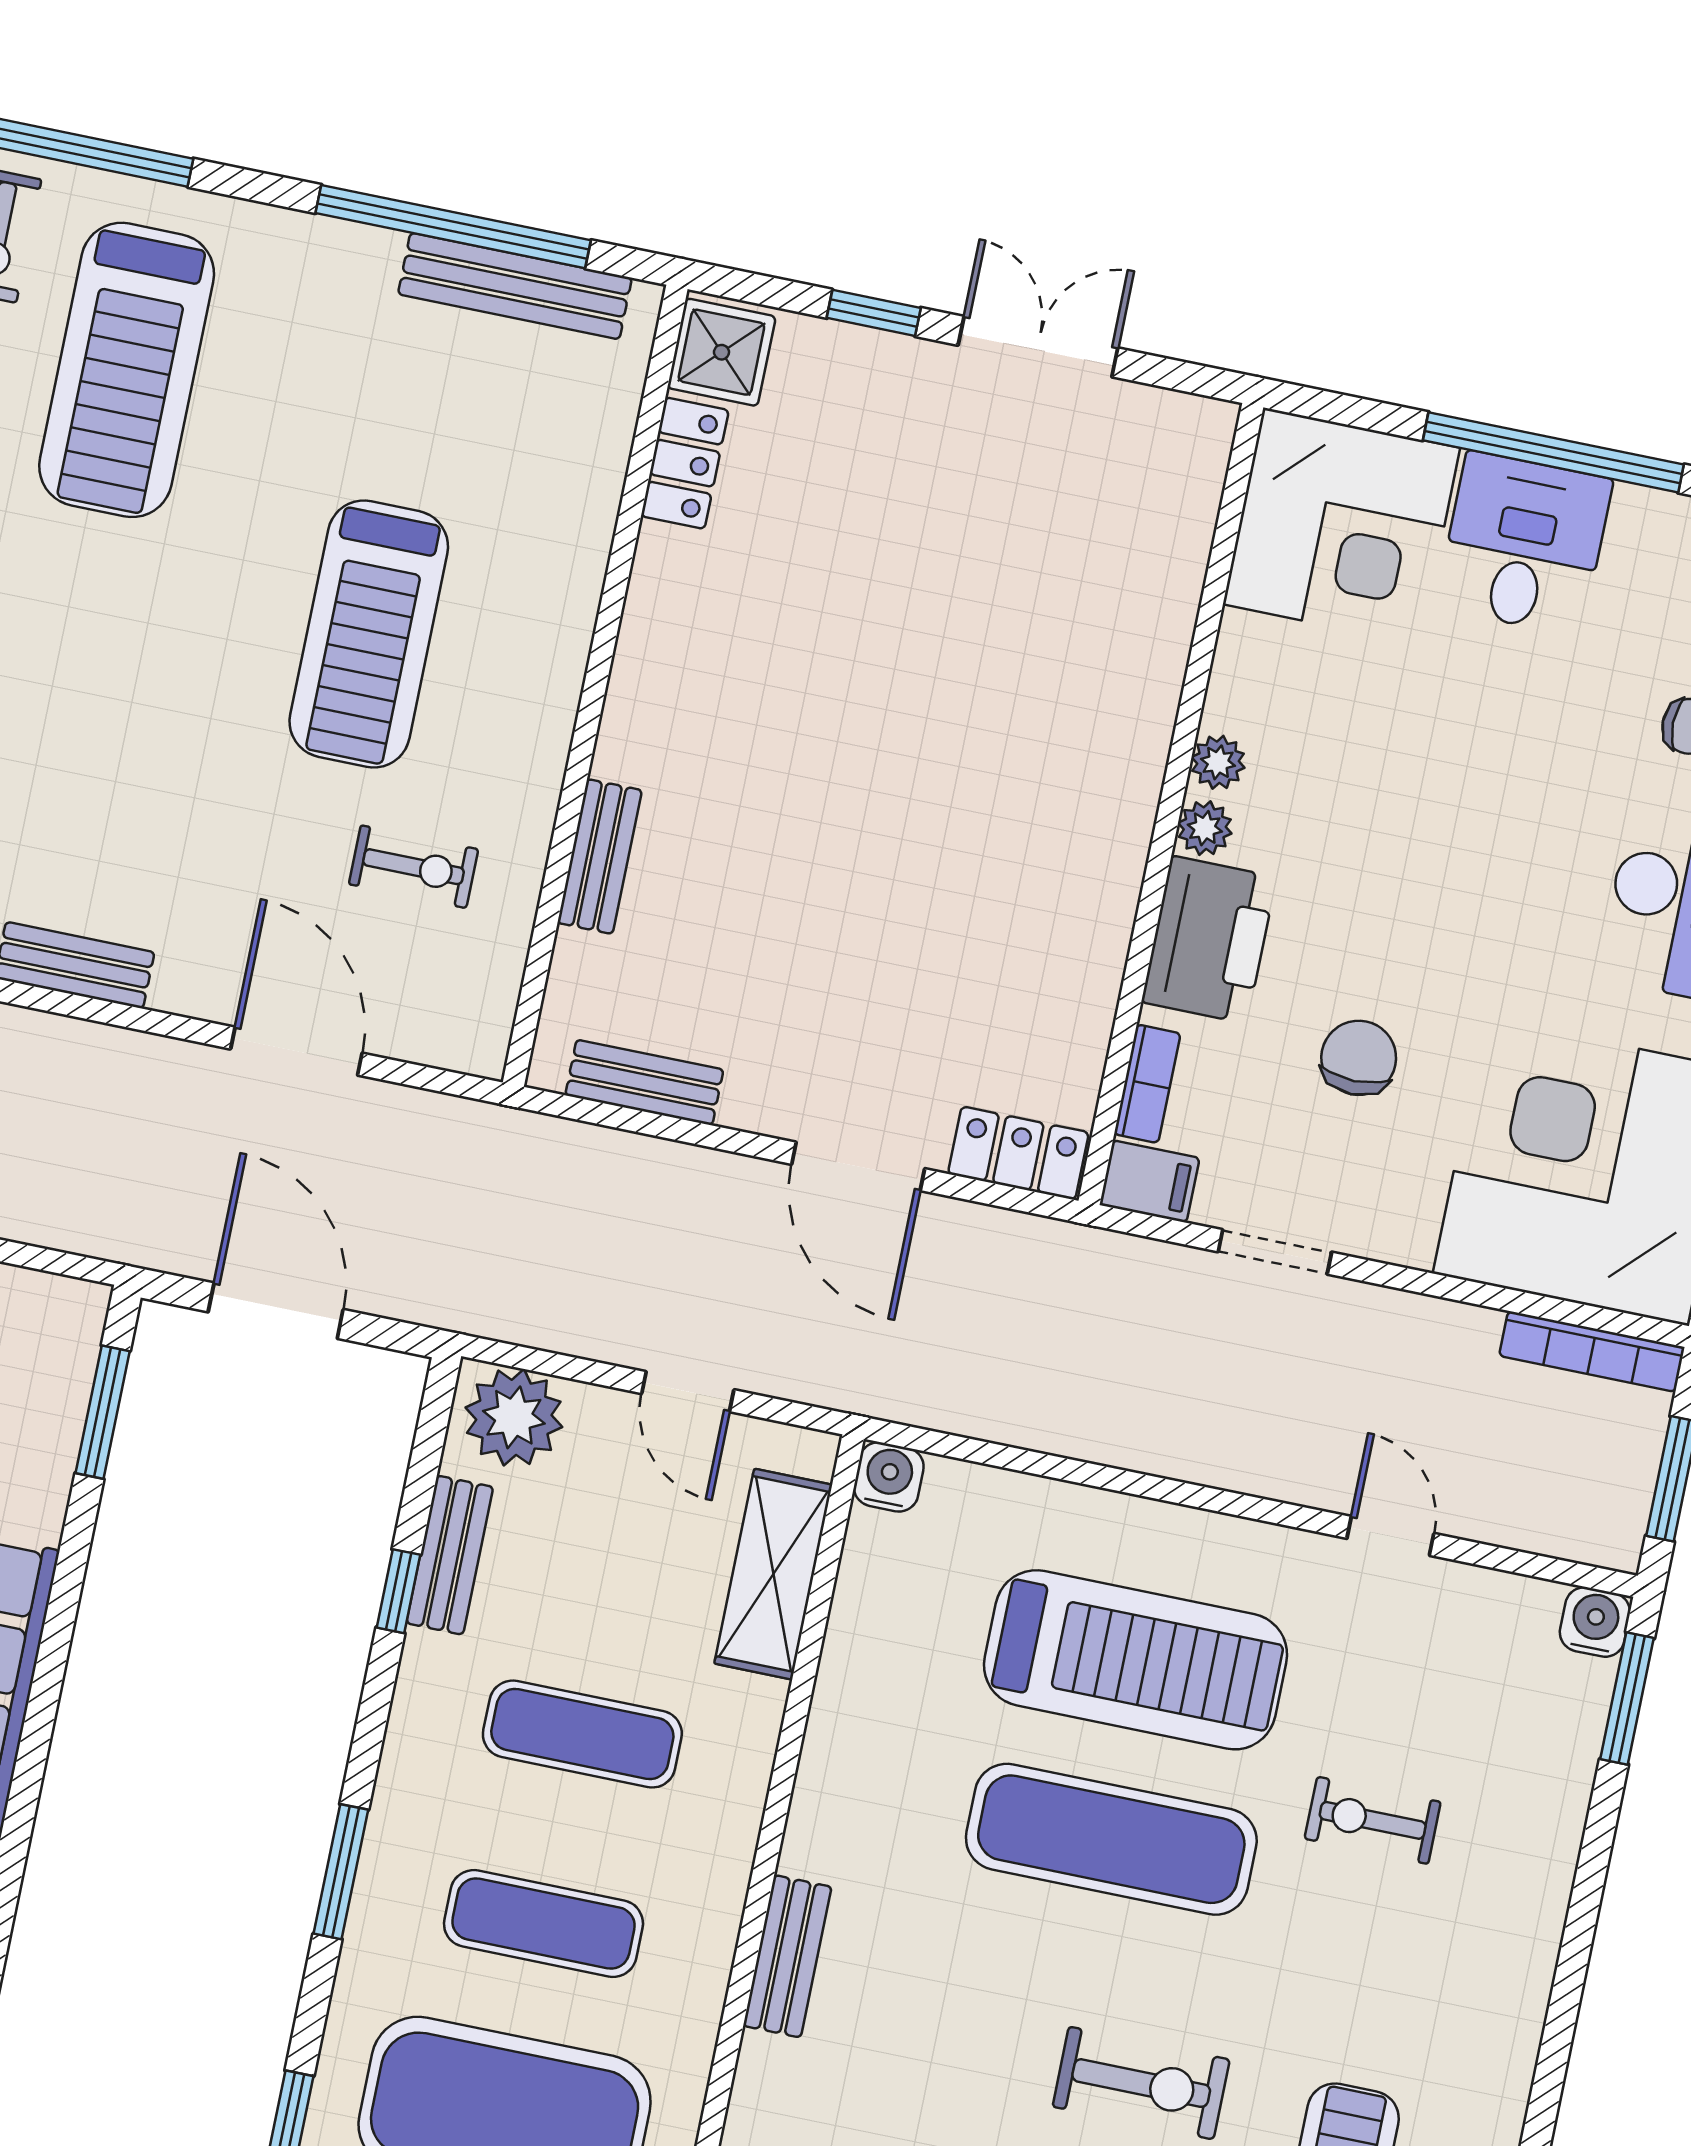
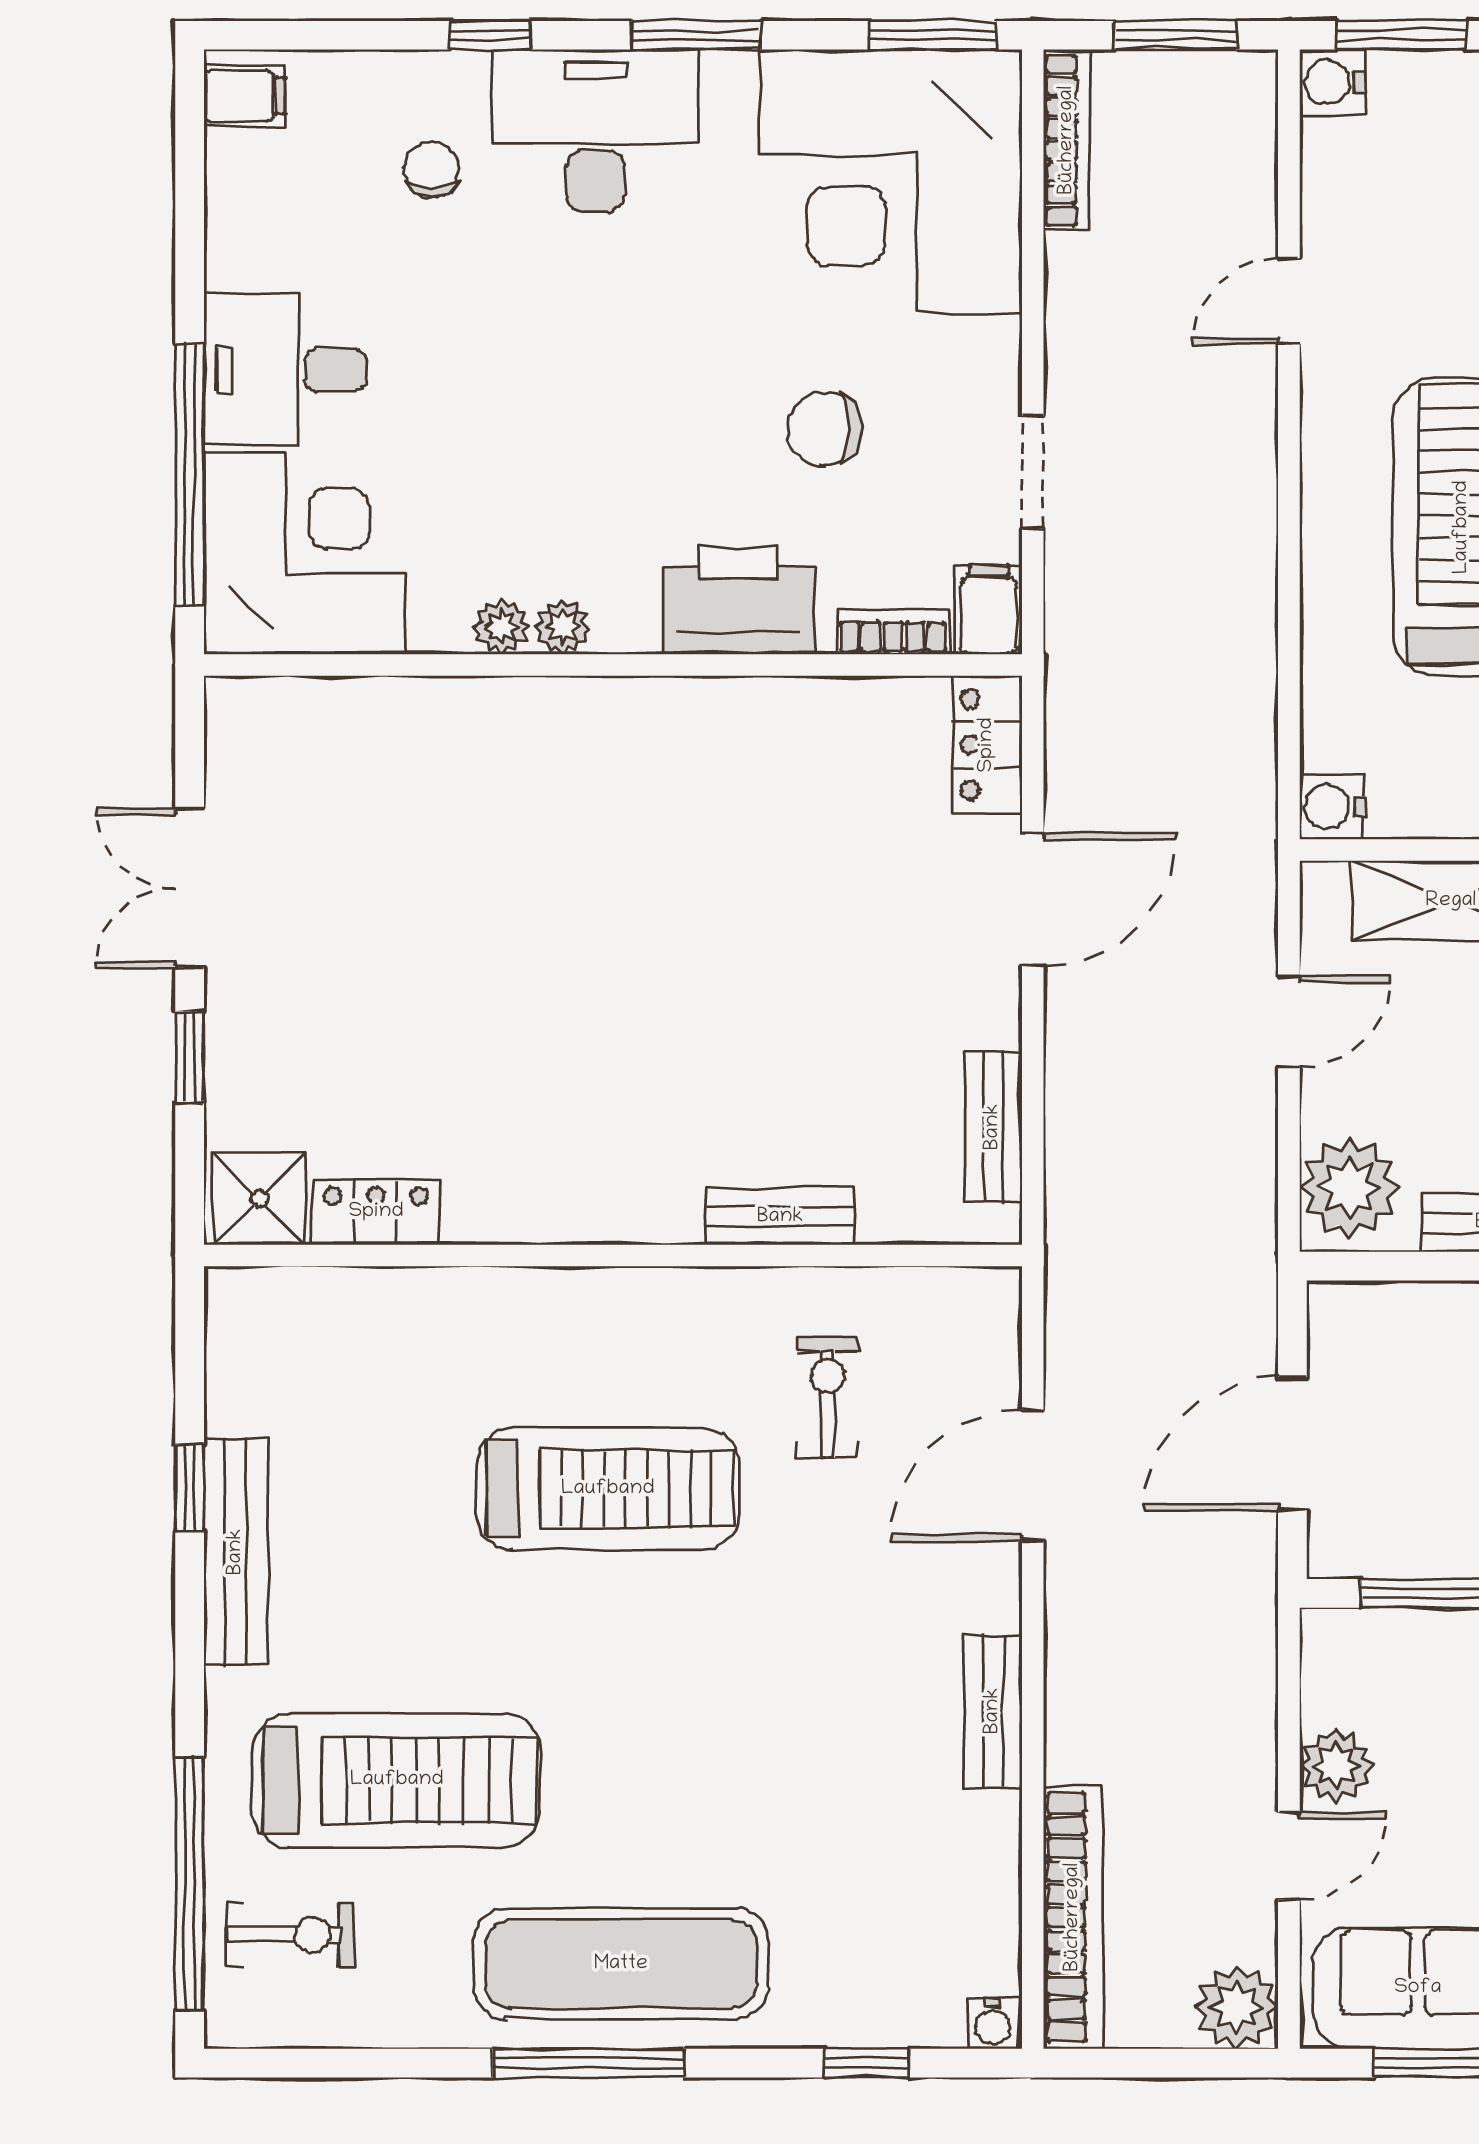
window: (453, 227) -> (190, 1488), width x0.32
bench: (515, 286) -> (236, 1552), moved
window: (1553, 452) -> (190, 475), moved
plant: (1205, 828) -> (502, 627), moved

